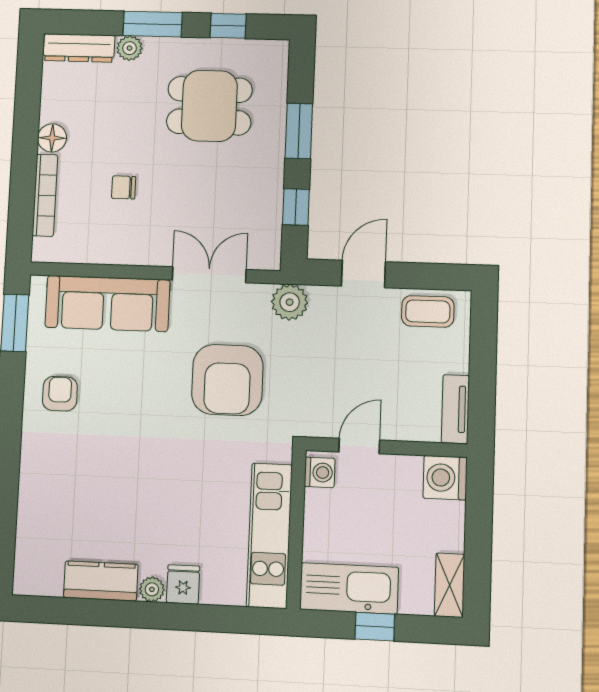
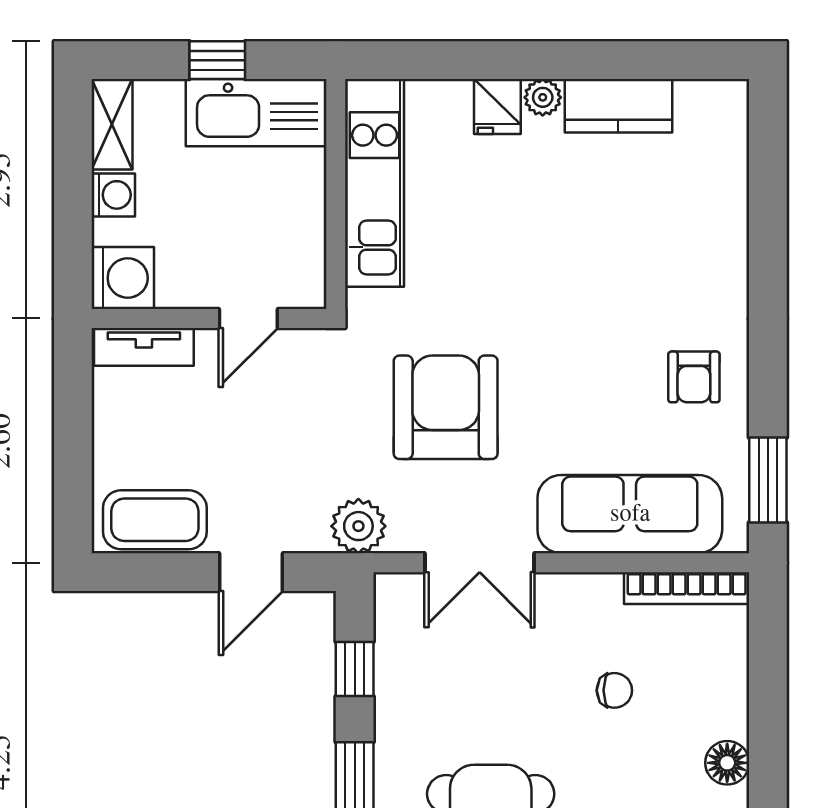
bookcase: (45, 195) -> (687, 588), moved, turned -90
coffee table: (428, 311) -> (155, 520), width x1.36, depth x1.30
tv unit: (455, 409) -> (144, 347), moved, turned 90
washing machine: (320, 472) -> (113, 195), moved, turned 180

